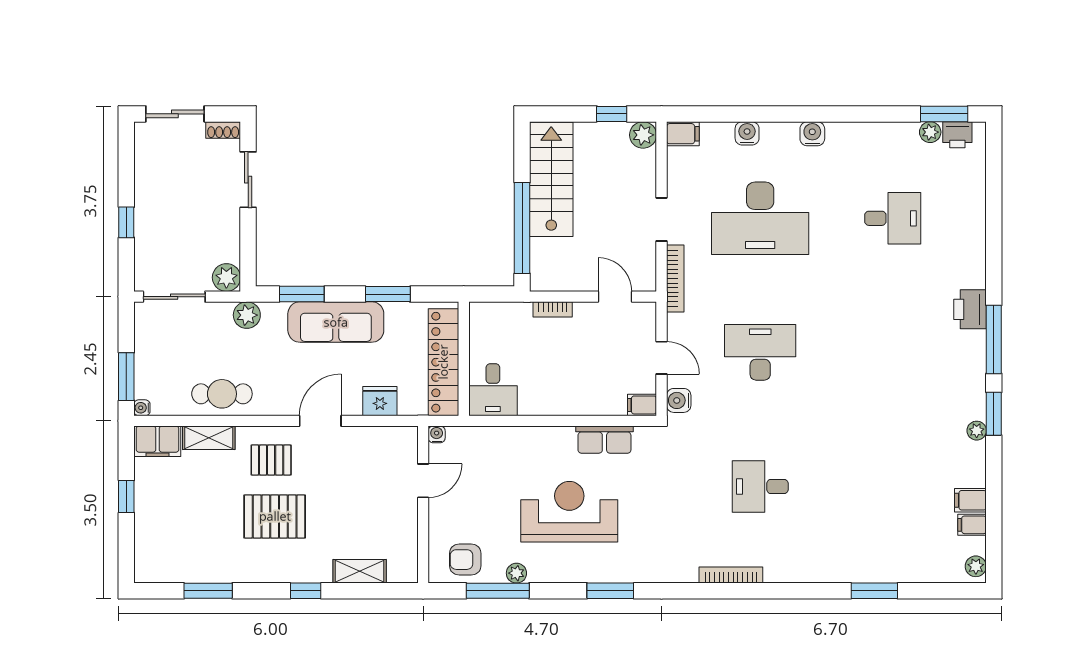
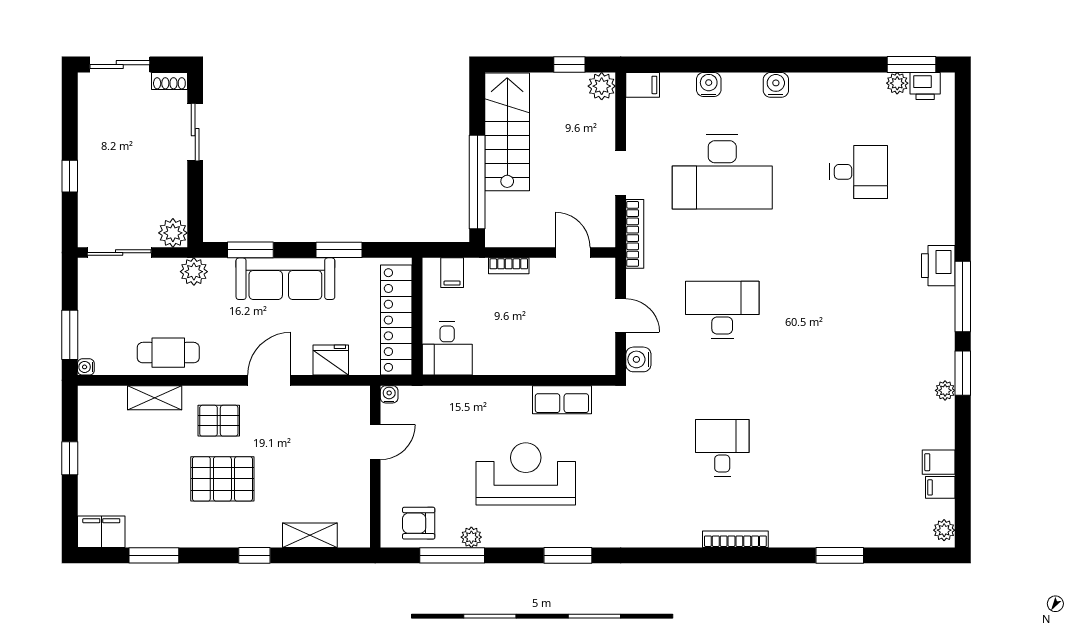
filing cabinet: (642, 405) -> (452, 273), moved, turned -90
filing cabinet: (158, 441) -> (101, 532), moved, turned 180
desk: (760, 486) -> (722, 448), turned 90
bookcase: (731, 575) -> (735, 539), moved

